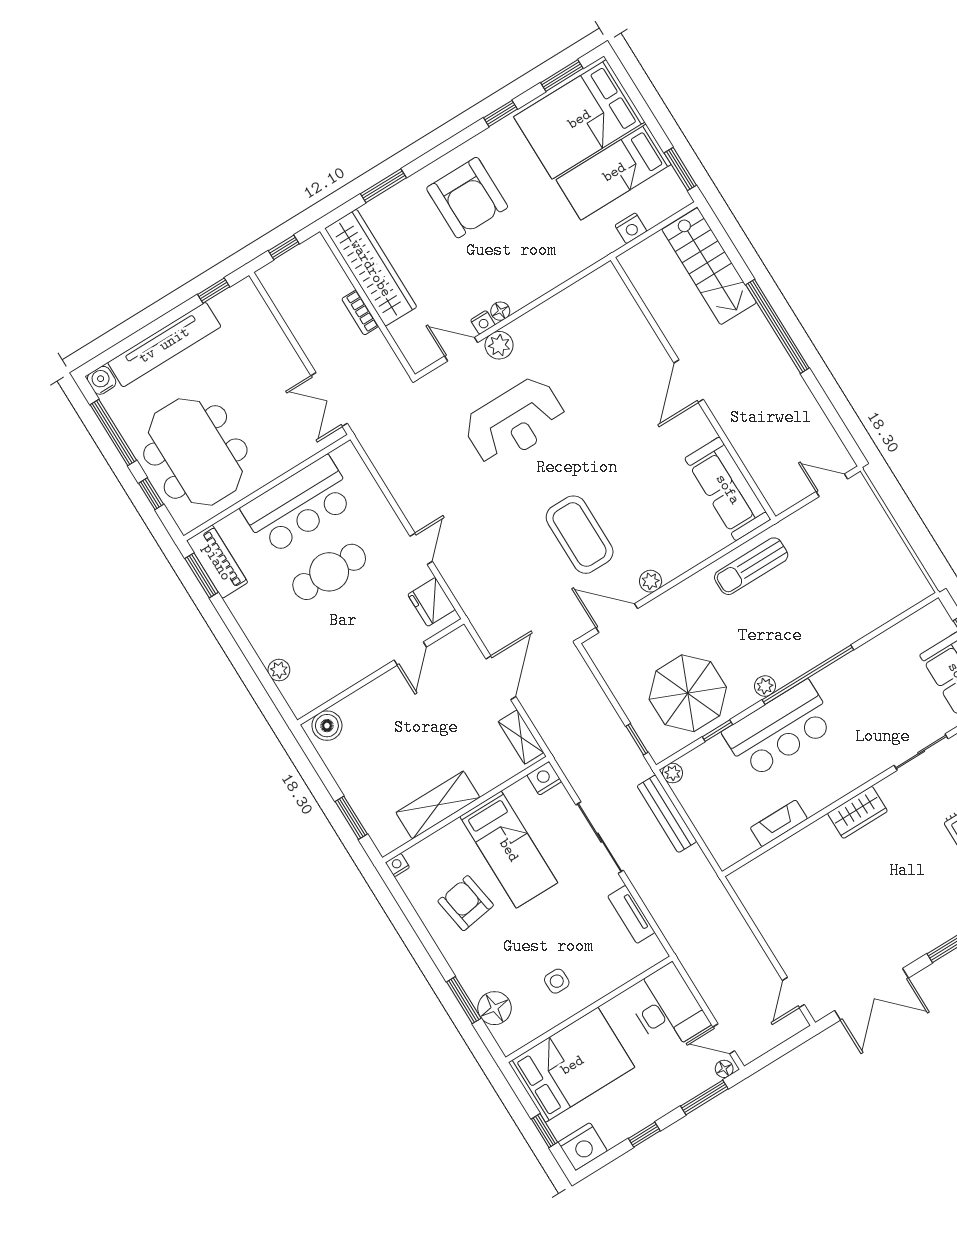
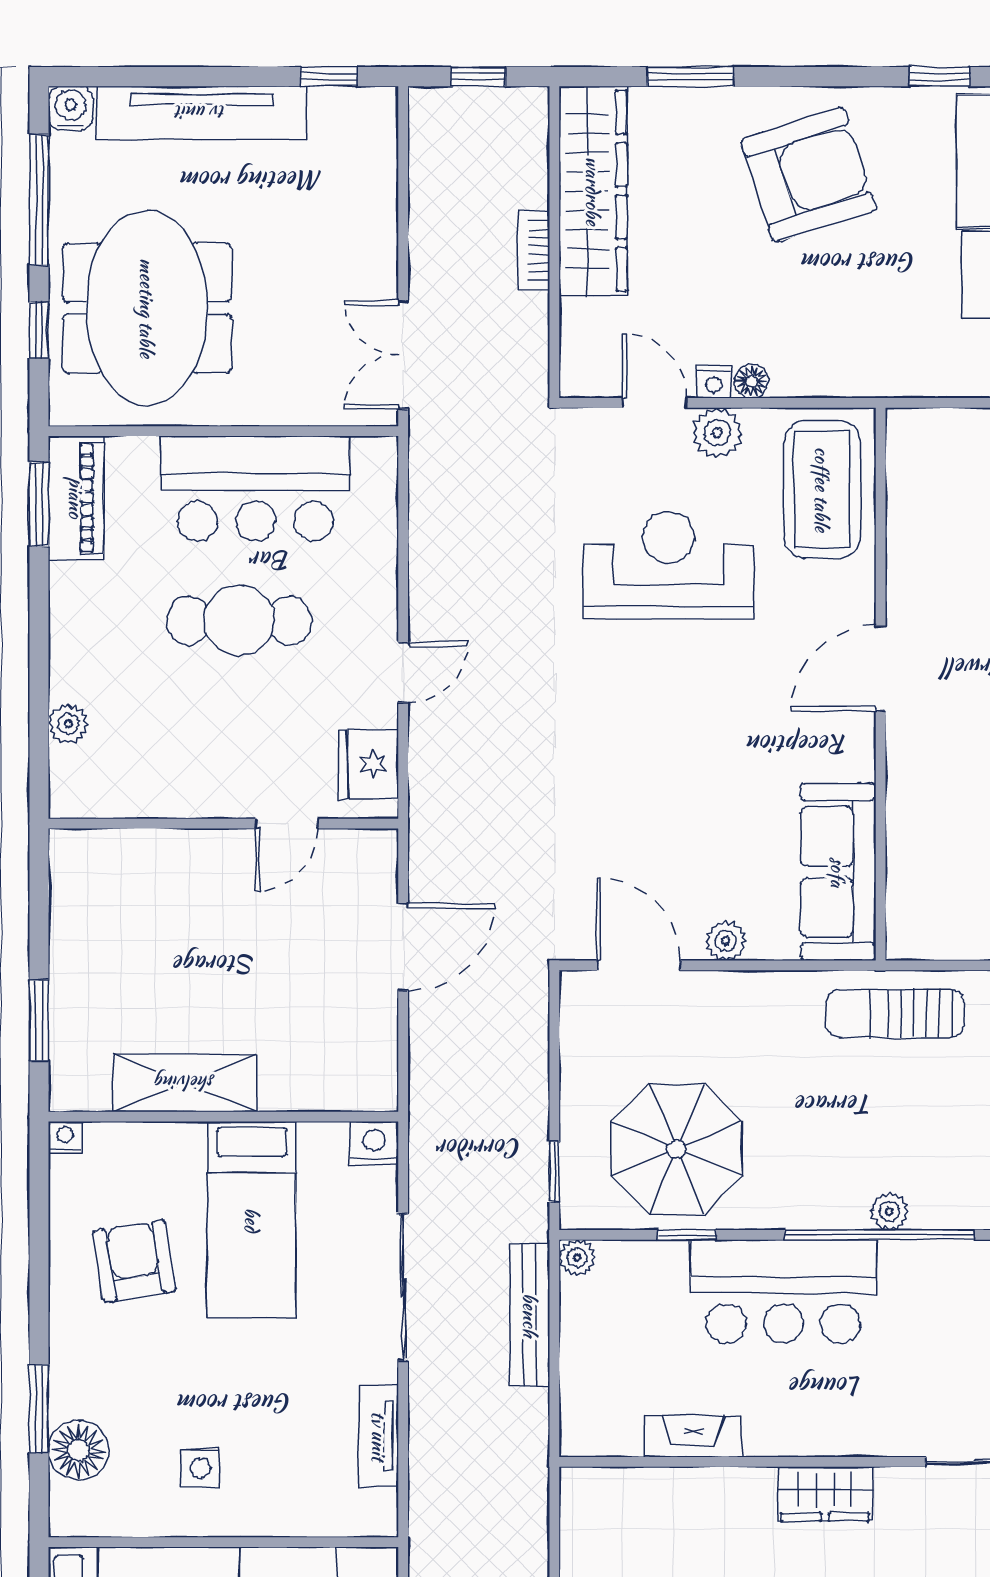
armchair: (467, 198) -> (808, 175), turned -108
door: (689, 381) -> (881, 669), moved
wall: (693, 388) -> (881, 684), moved
reception desk: (515, 422) -> (669, 565), turned 180
sofa: (728, 489) -> (838, 872), moved
coffee table: (580, 535) -> (822, 489), moved
plant: (765, 686) -> (889, 1211), moved
boiler: (327, 726) -> (89, 855), removed
shelving: (521, 737) -> (378, 1058), removed

